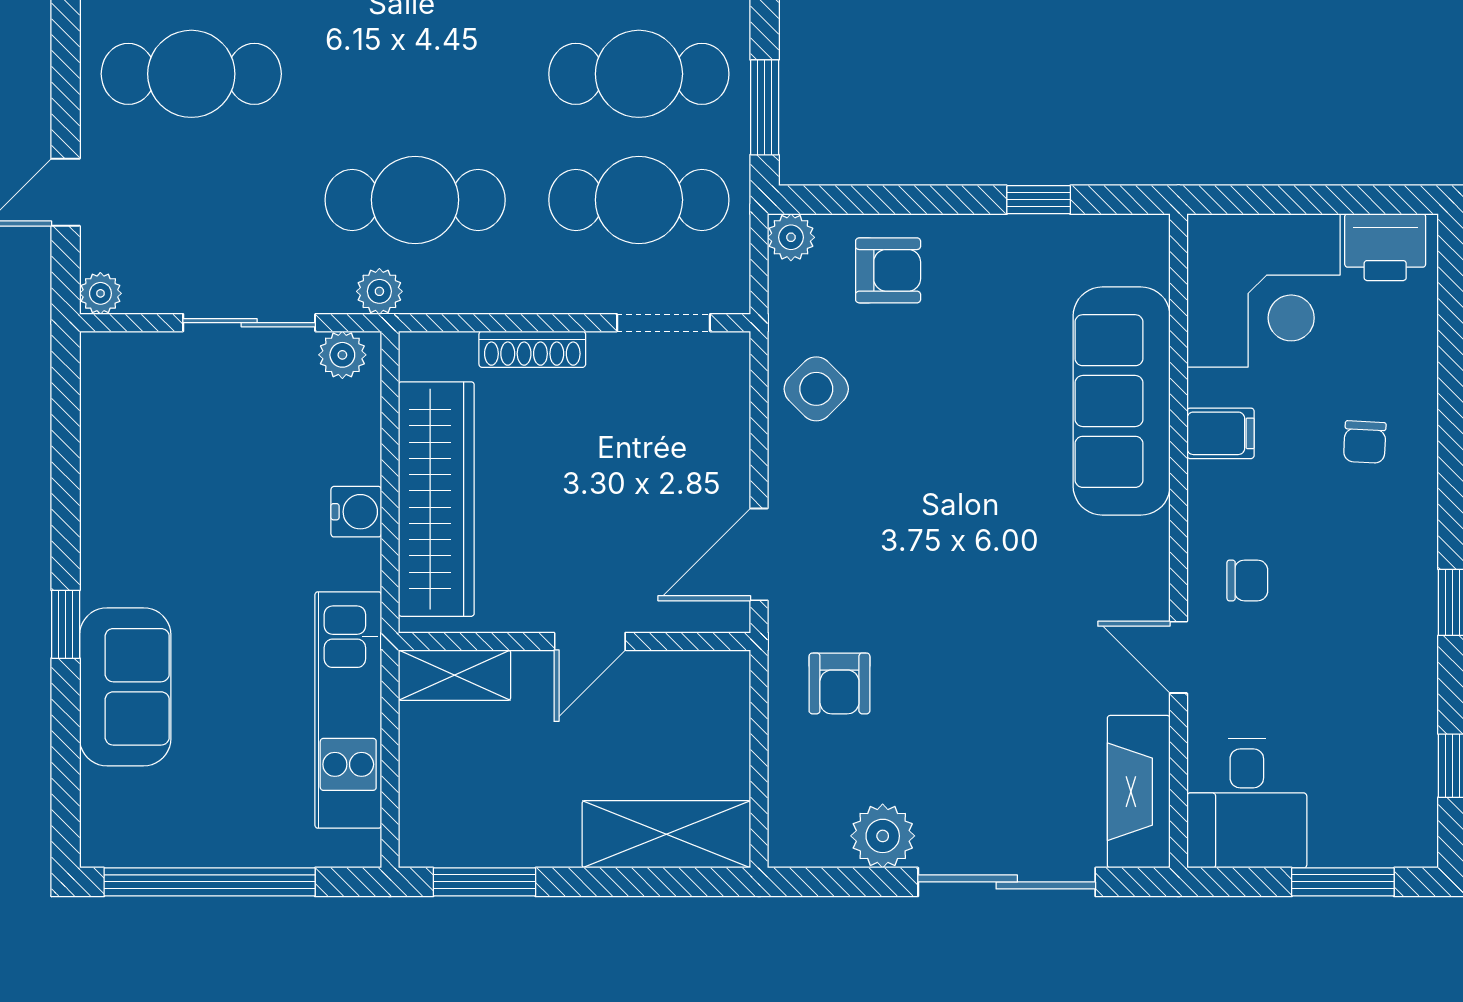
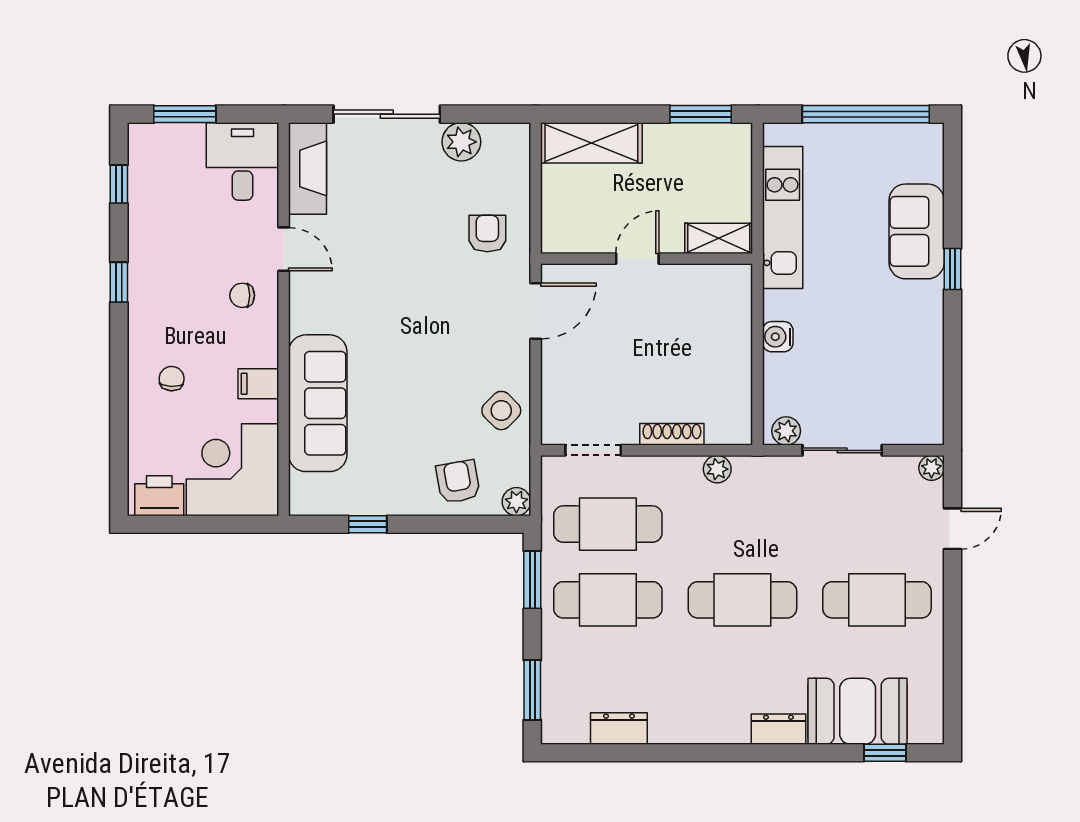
cafe table: (415, 200) -> (742, 600), moved
armchair: (888, 270) -> (458, 482), turned 80
plant: (379, 291) -> (717, 469), moved
wardrobe: (436, 499) -> (730, 344), removed

